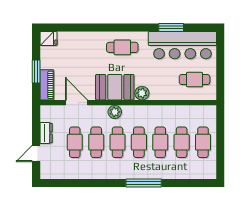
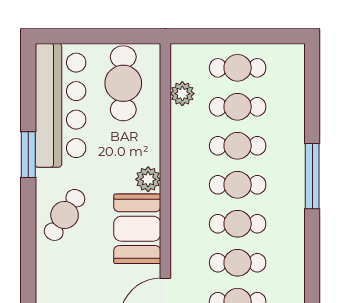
window: (171, 27) -> (28, 155), moved
cafe table: (122, 47) -> (65, 215), turned 33
cafe table: (195, 80) -> (123, 83), width x1.37, depth x1.35
plant: (115, 112) -> (182, 94), moved

